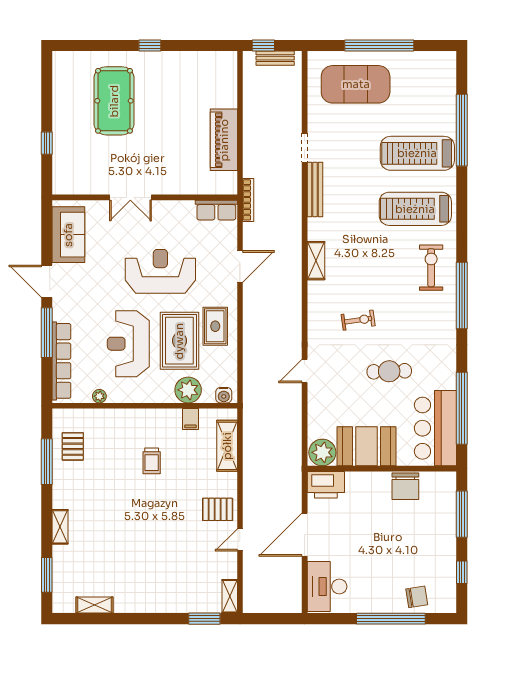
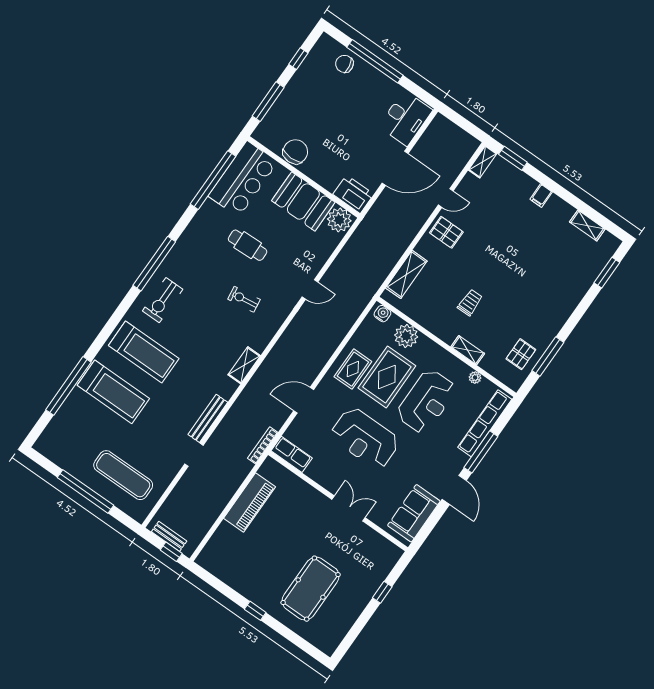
exercise mat: (356, 84) -> (123, 475), width x0.68
filing cabinet: (190, 419) -> (541, 196), moved, turned 180
shelving: (60, 527) -> (468, 350), moved, turned 90

